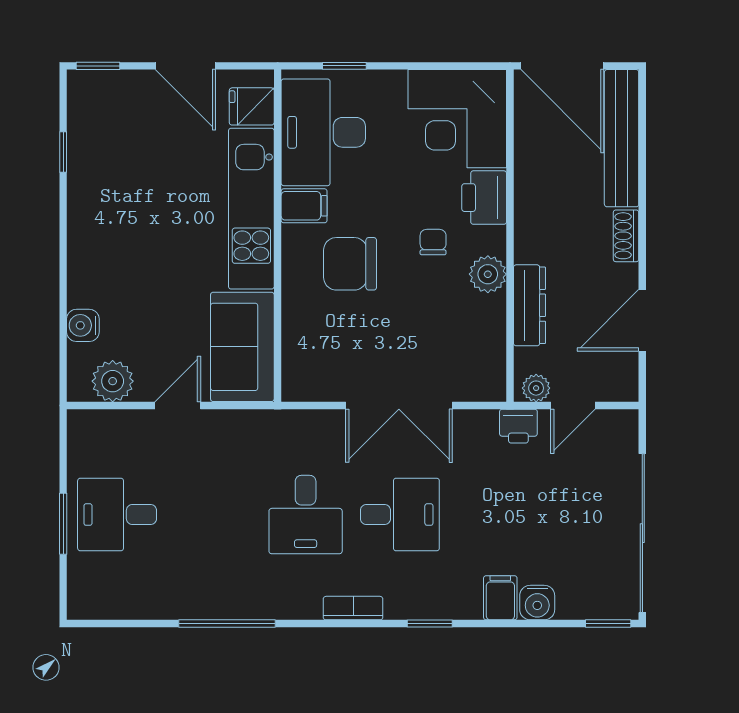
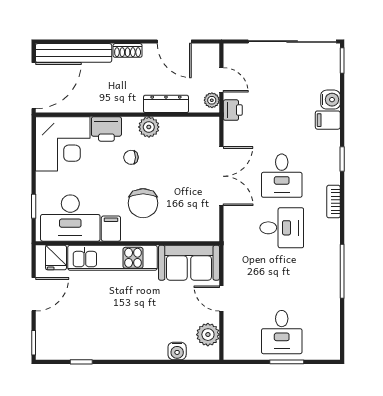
desk: (400, 515) -> (282, 176), turned 180

